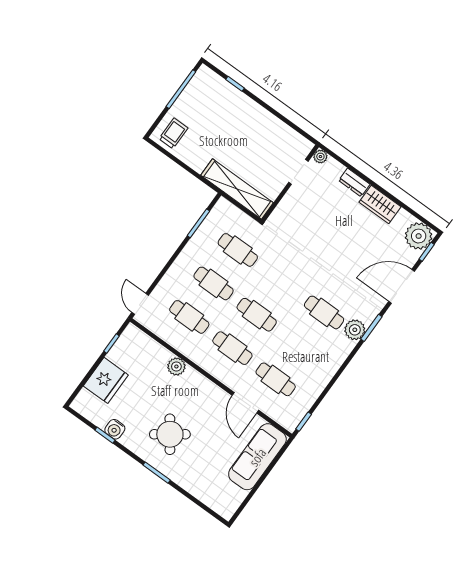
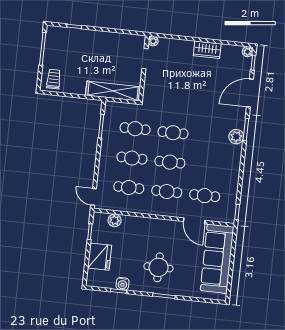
dresser: (354, 182) -> (183, 45), removed
plant: (419, 236) -> (248, 52), width x0.53, depth x0.53
cafe table: (324, 312) -> (173, 133), moved
plant: (176, 367) -> (115, 220), moved
round table: (170, 434) -> (159, 267), turned 36
sofa: (257, 457) -> (217, 259), width x1.36, depth x1.27

